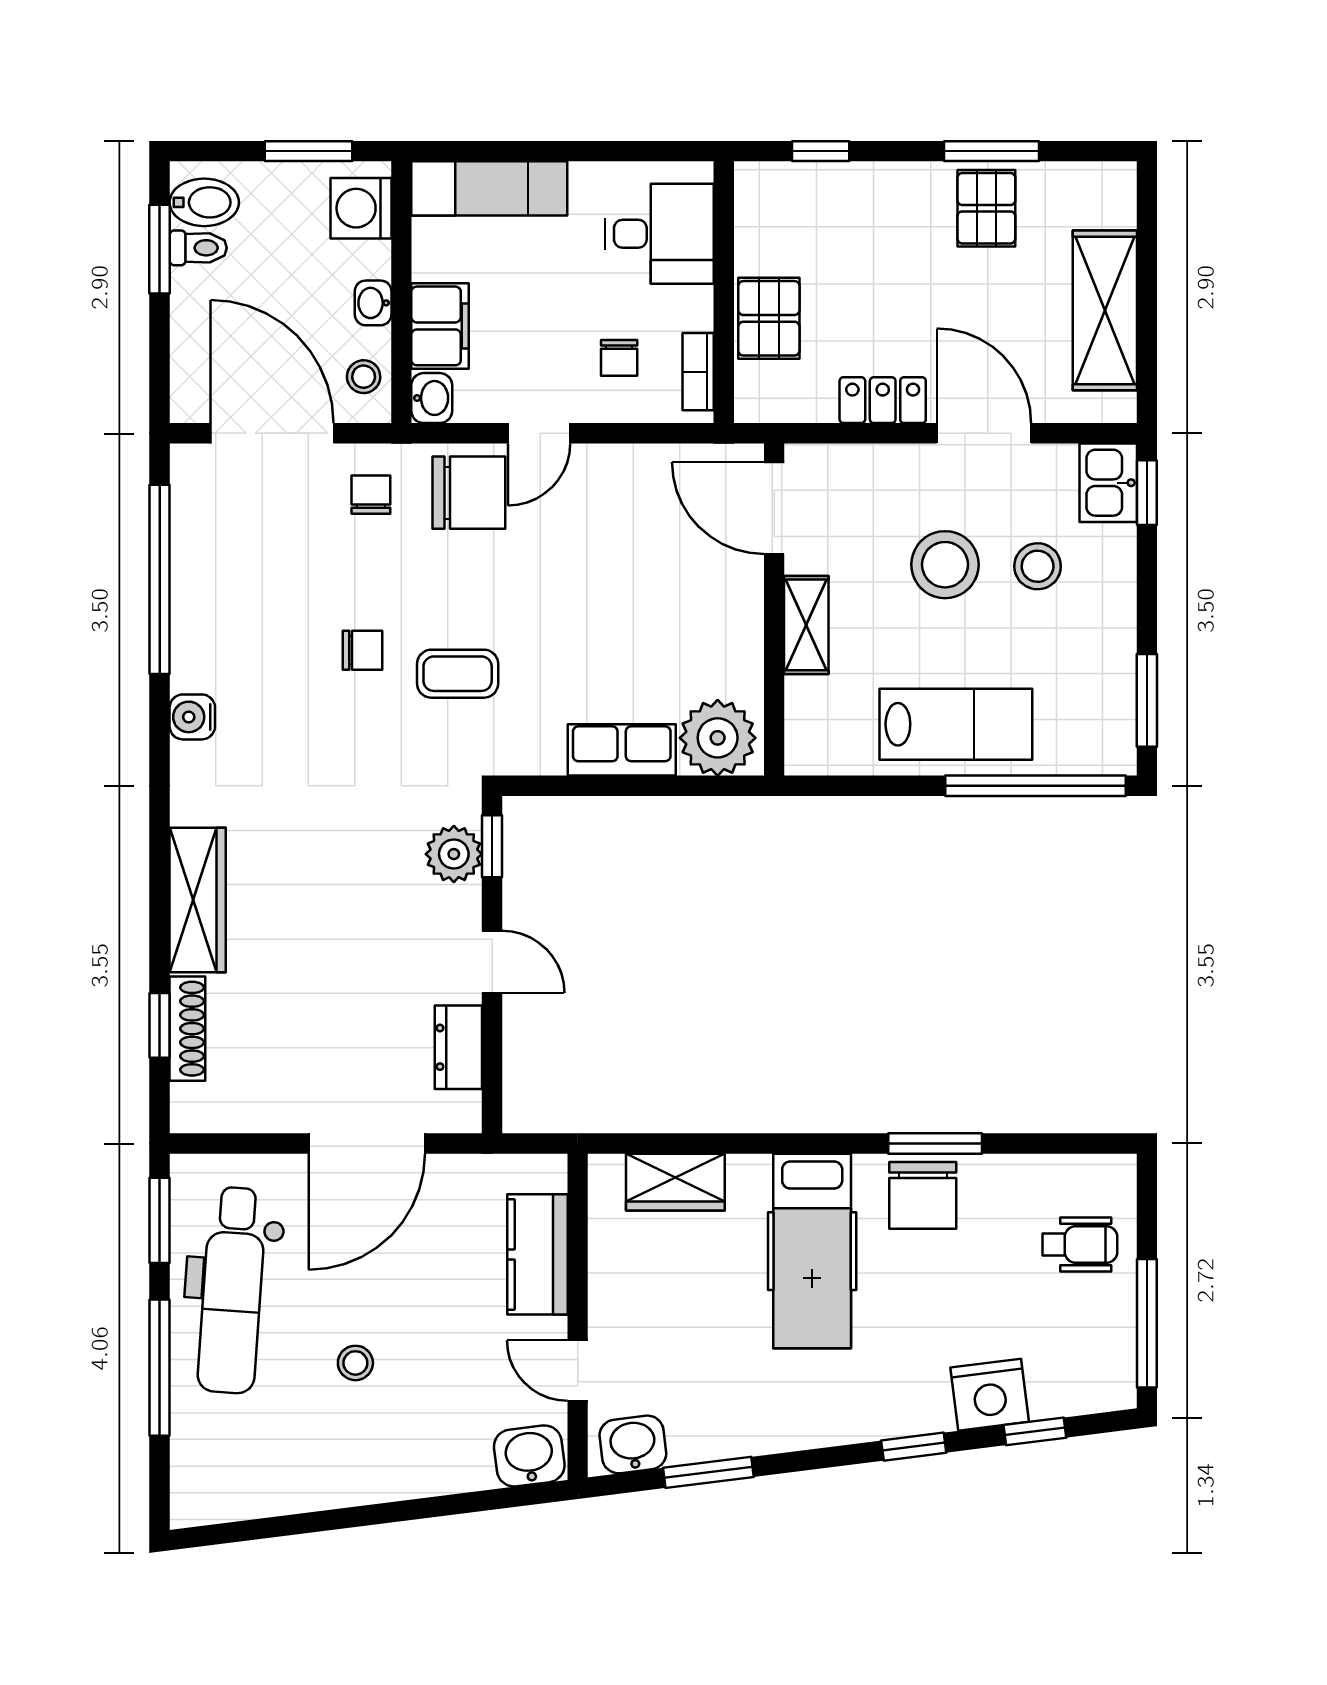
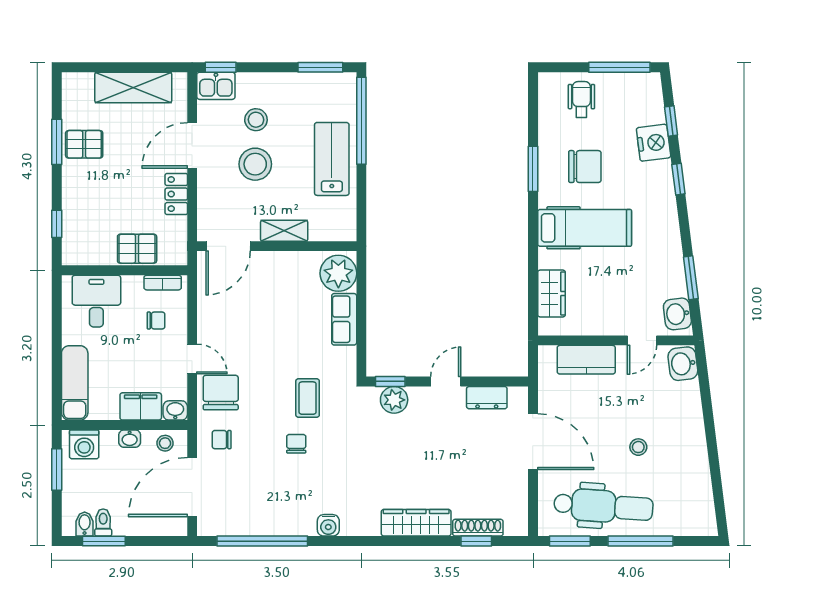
bidet: (204, 202) -> (85, 524), width x0.72, depth x0.74
chair: (923, 1195) -> (585, 167), moved

